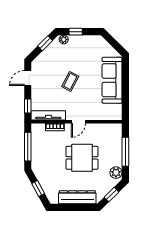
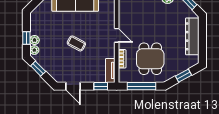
plant: (74, 40) -> (34, 40), added
tv unit: (48, 115) -> (110, 70), width x0.71
dining table: (82, 158) -> (150, 59), moved

